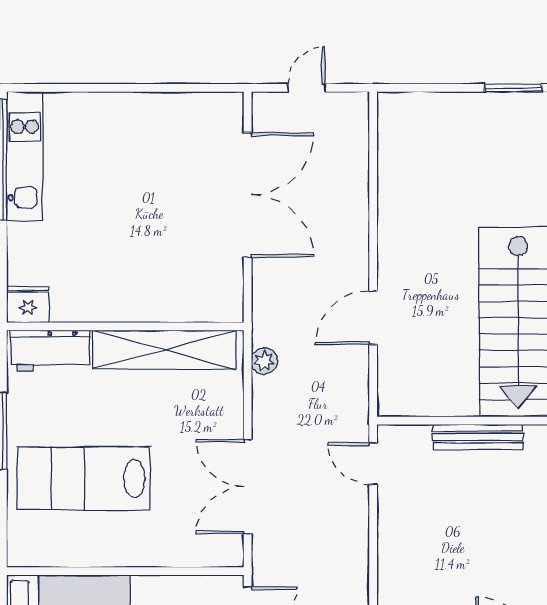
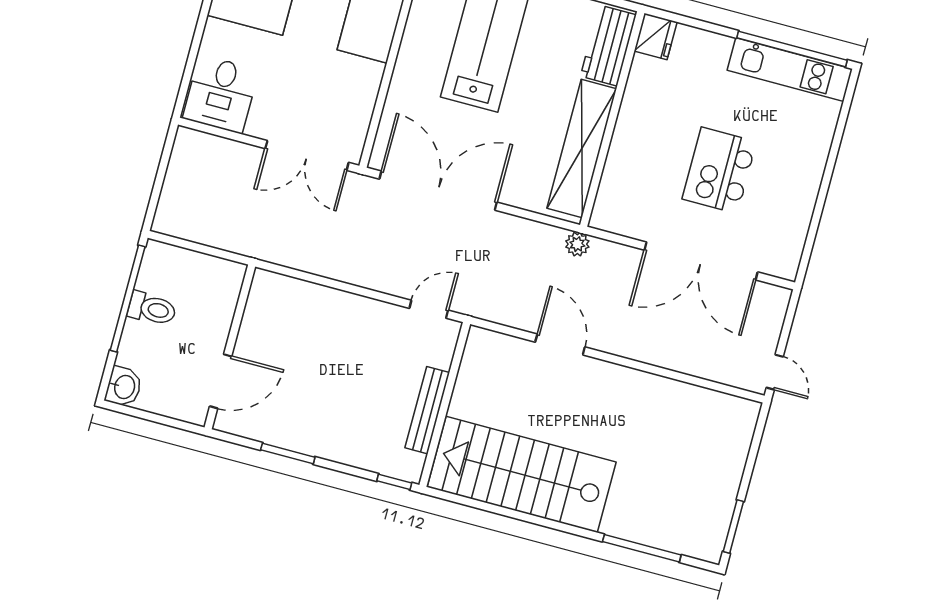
door: (306, 88) -> (775, 372), moved
kitchen island: (148, 201) -> (719, 170), added
plant: (264, 361) -> (577, 244), moved
double door: (248, 487) -> (438, 191), width x1.36

